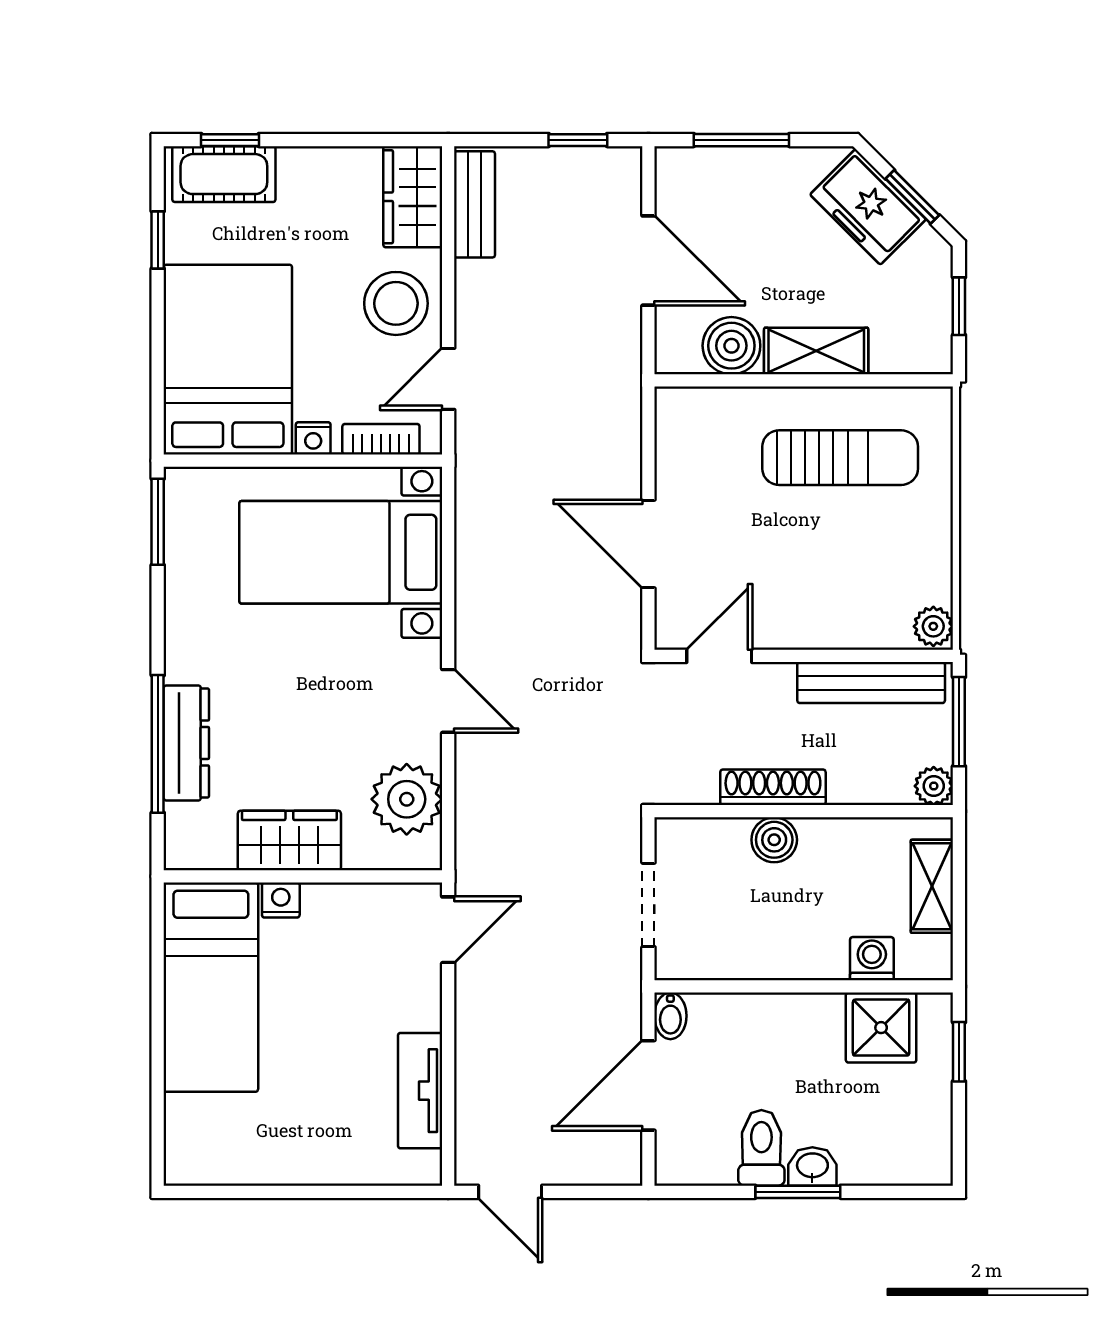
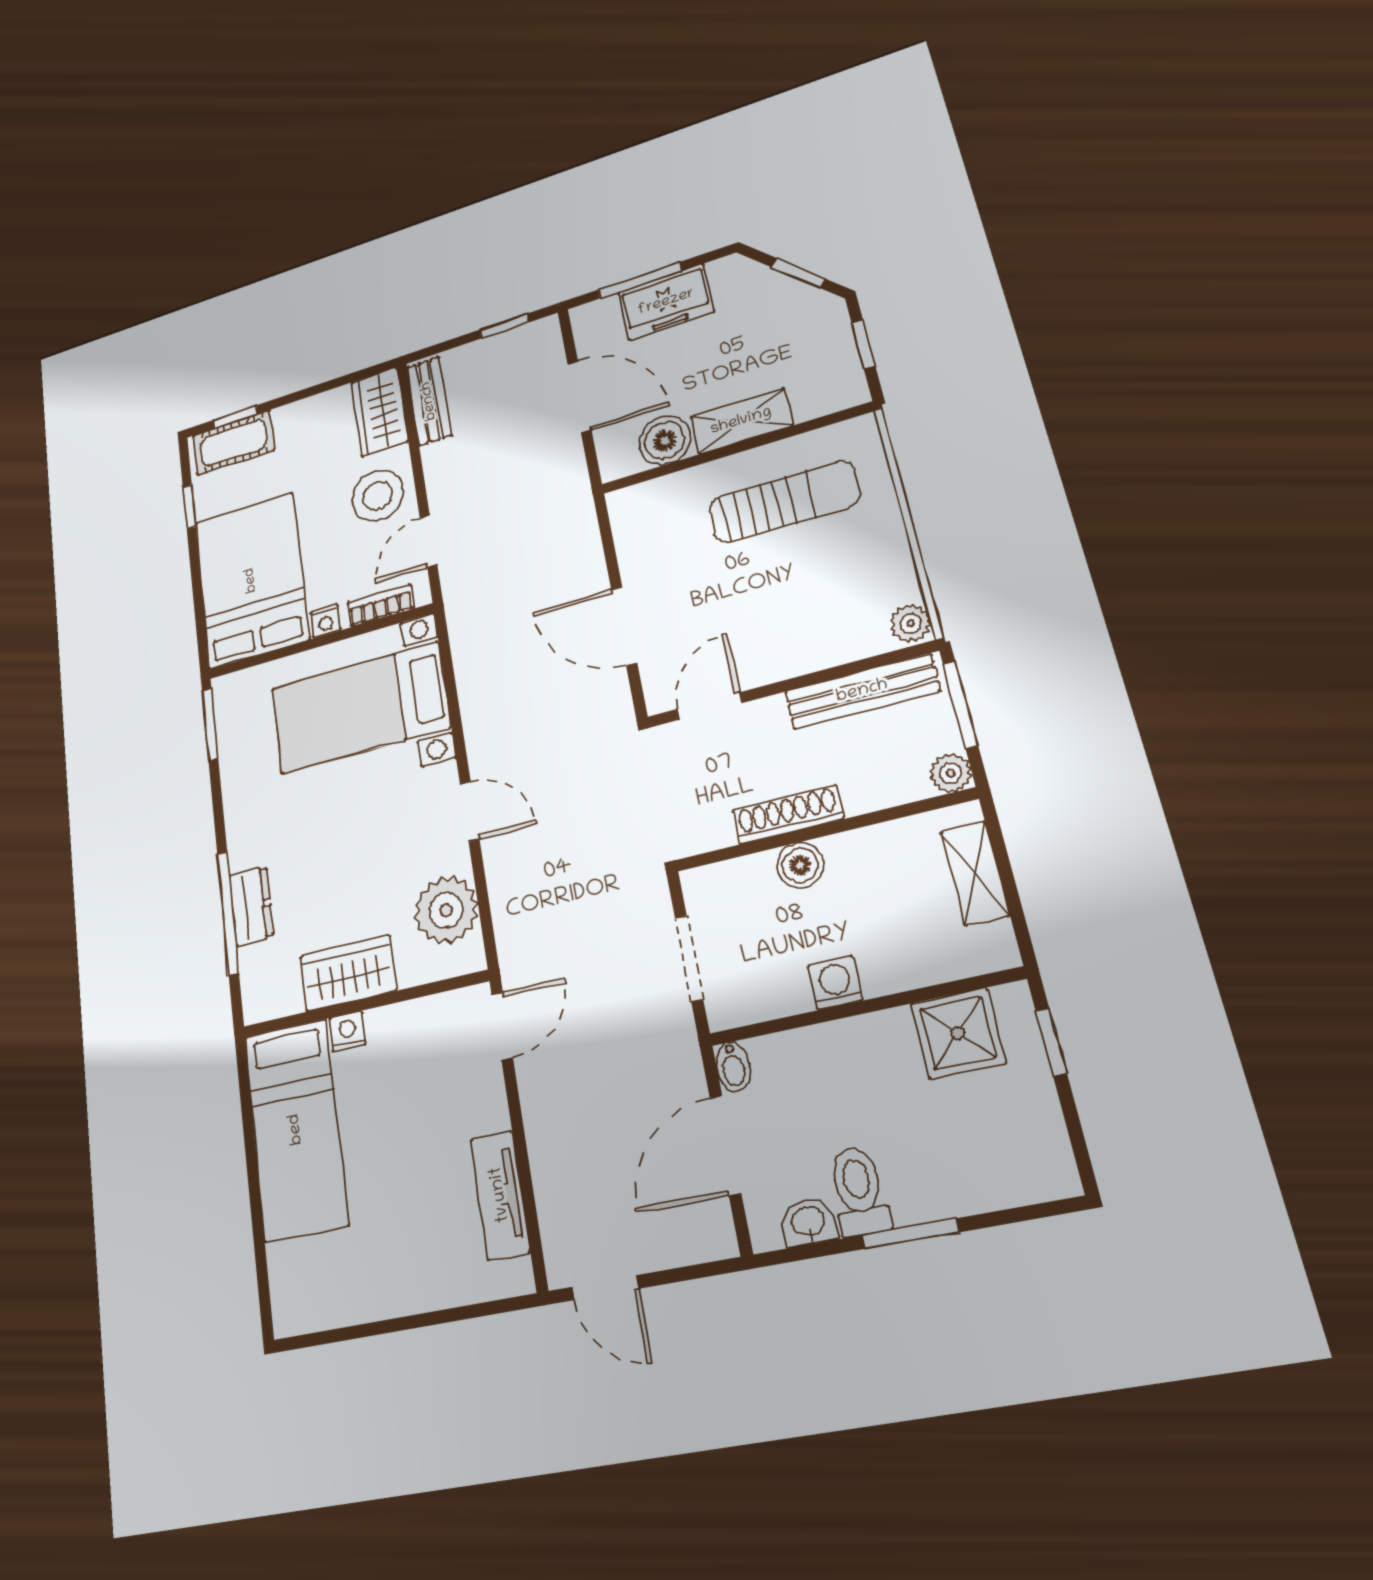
freezer: (868, 207) -> (666, 302), moved, turned -45
dresser: (186, 743) -> (251, 906), width x0.70
washing machine: (872, 959) -> (835, 983), moved
washbasin: (812, 1166) -> (808, 1222), moved

